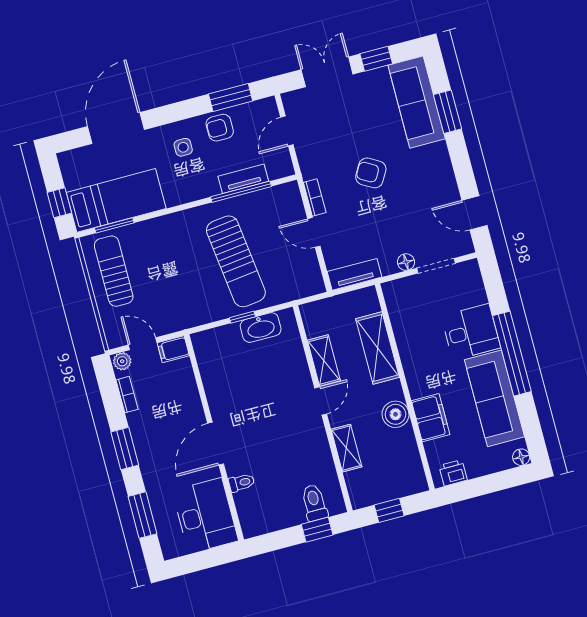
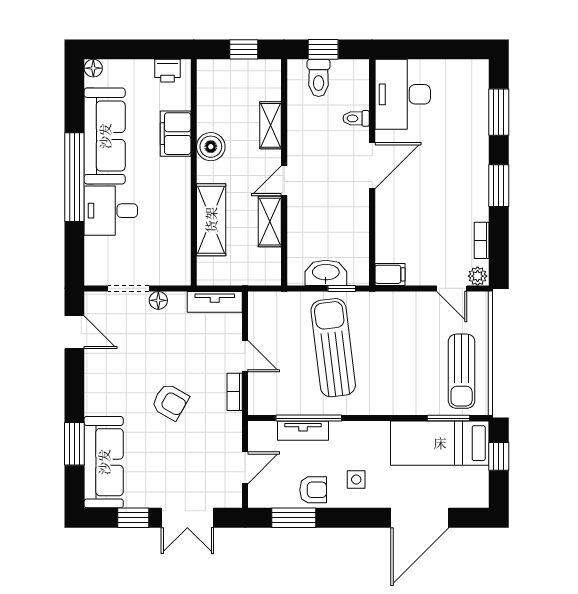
filing cabinet: (173, 349) -> (390, 274), moved
wall: (214, 438) -> (372, 172), moved
door: (216, 444) -> (372, 166), moved
toilet: (242, 483) -> (356, 118), moved
desk: (205, 516) -> (403, 94), moved

